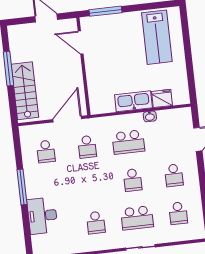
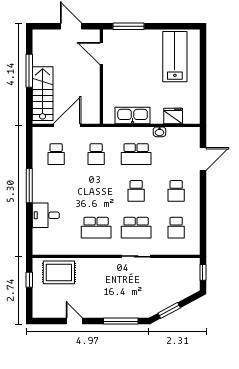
lab bench: (157, 37) -> (175, 57), turned 180
kitchen sink: (133, 101) -> (133, 116), moved
door: (67, 119) -> (67, 125), moved
desk: (42, 216) -> (46, 215), width x0.73
school desk: (96, 223) -> (96, 228), width x1.85

